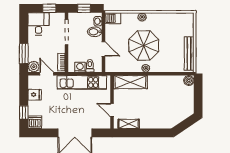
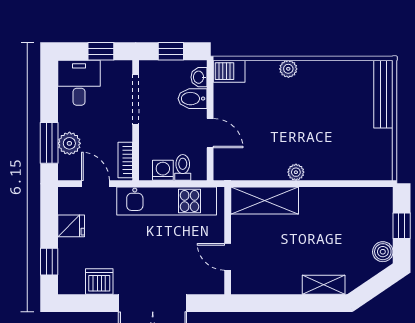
parasol: (144, 46) -> (292, 126), removed
bench: (189, 53) -> (383, 94), moved
plant: (34, 67) -> (69, 143), moved
boiler: (189, 81) -> (383, 252), moved
window: (198, 95) -> (402, 226), added
dishwasher: (35, 122) -> (99, 281), moved
shelving: (129, 124) -> (324, 285), moved

